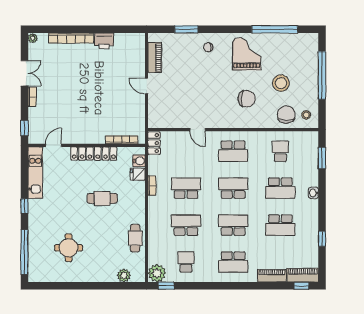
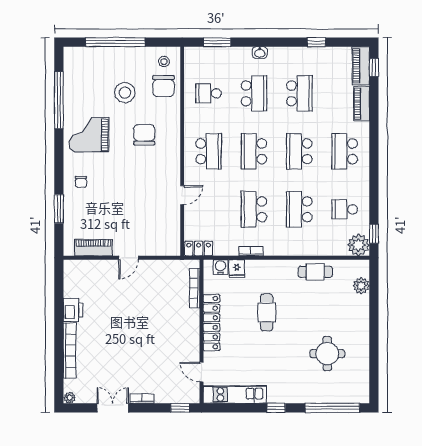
chair: (286, 115) -> (164, 86), turned -90
school desk: (233, 262) -> (345, 151), turned 180

